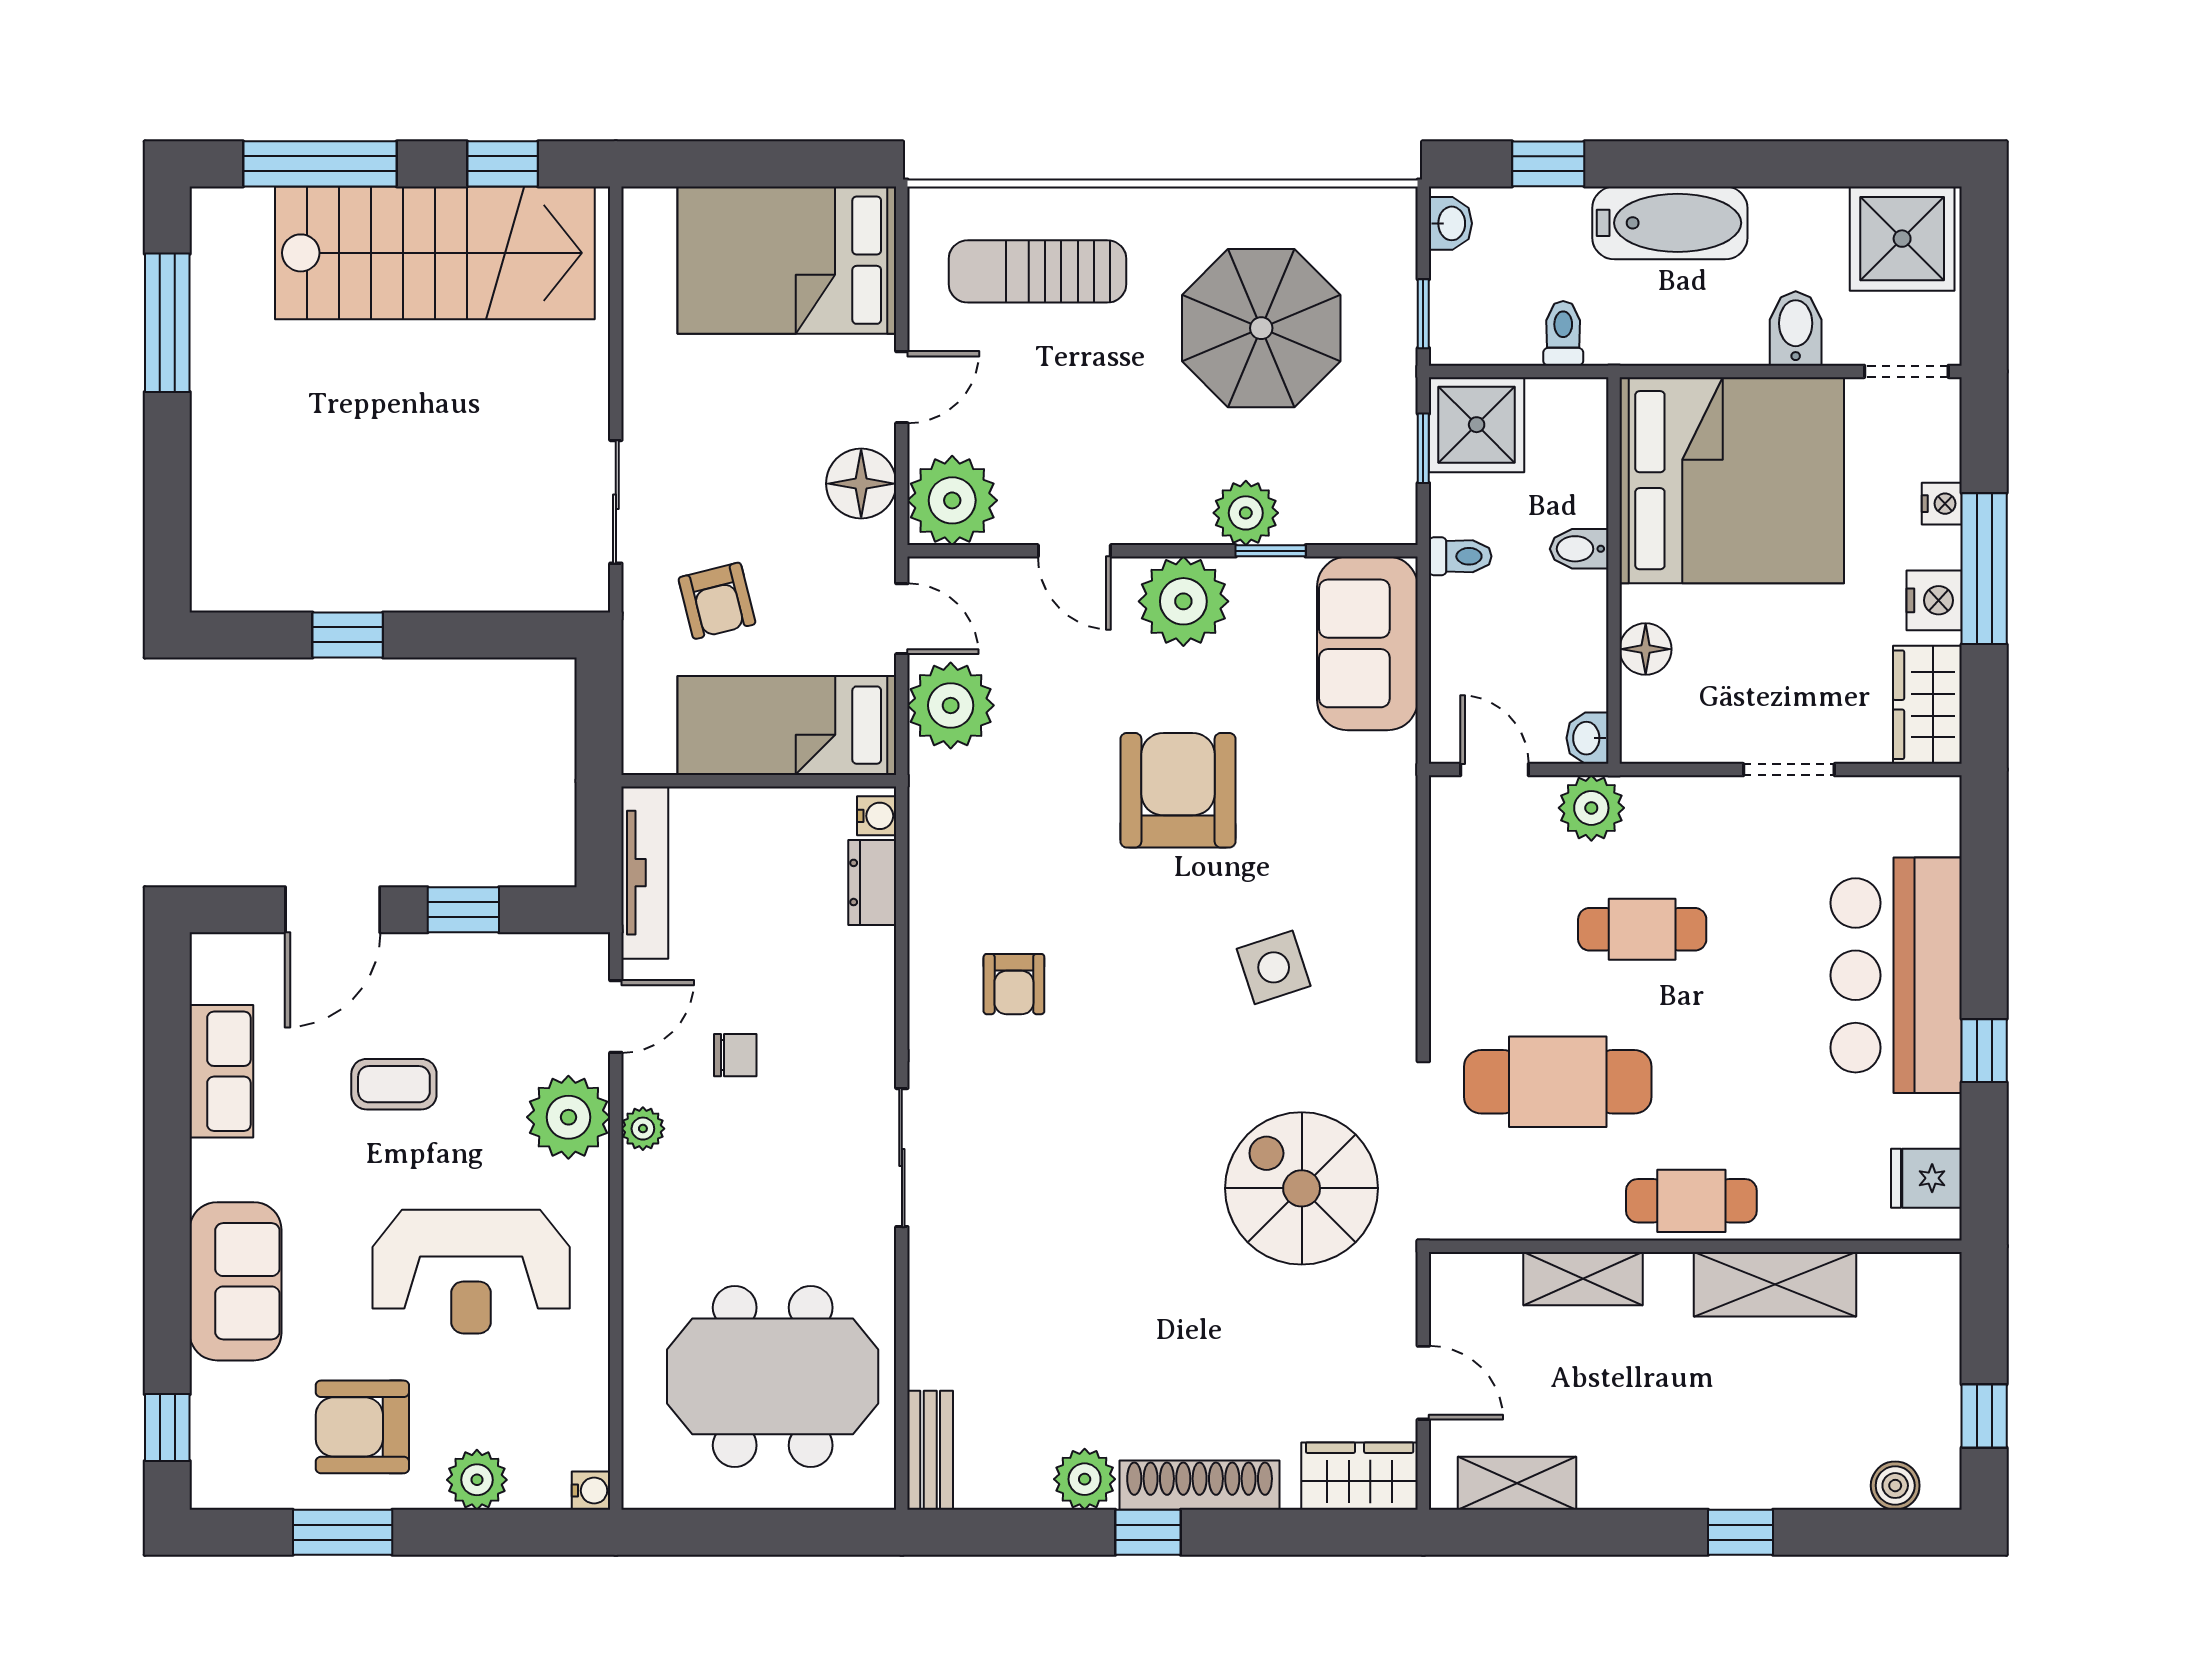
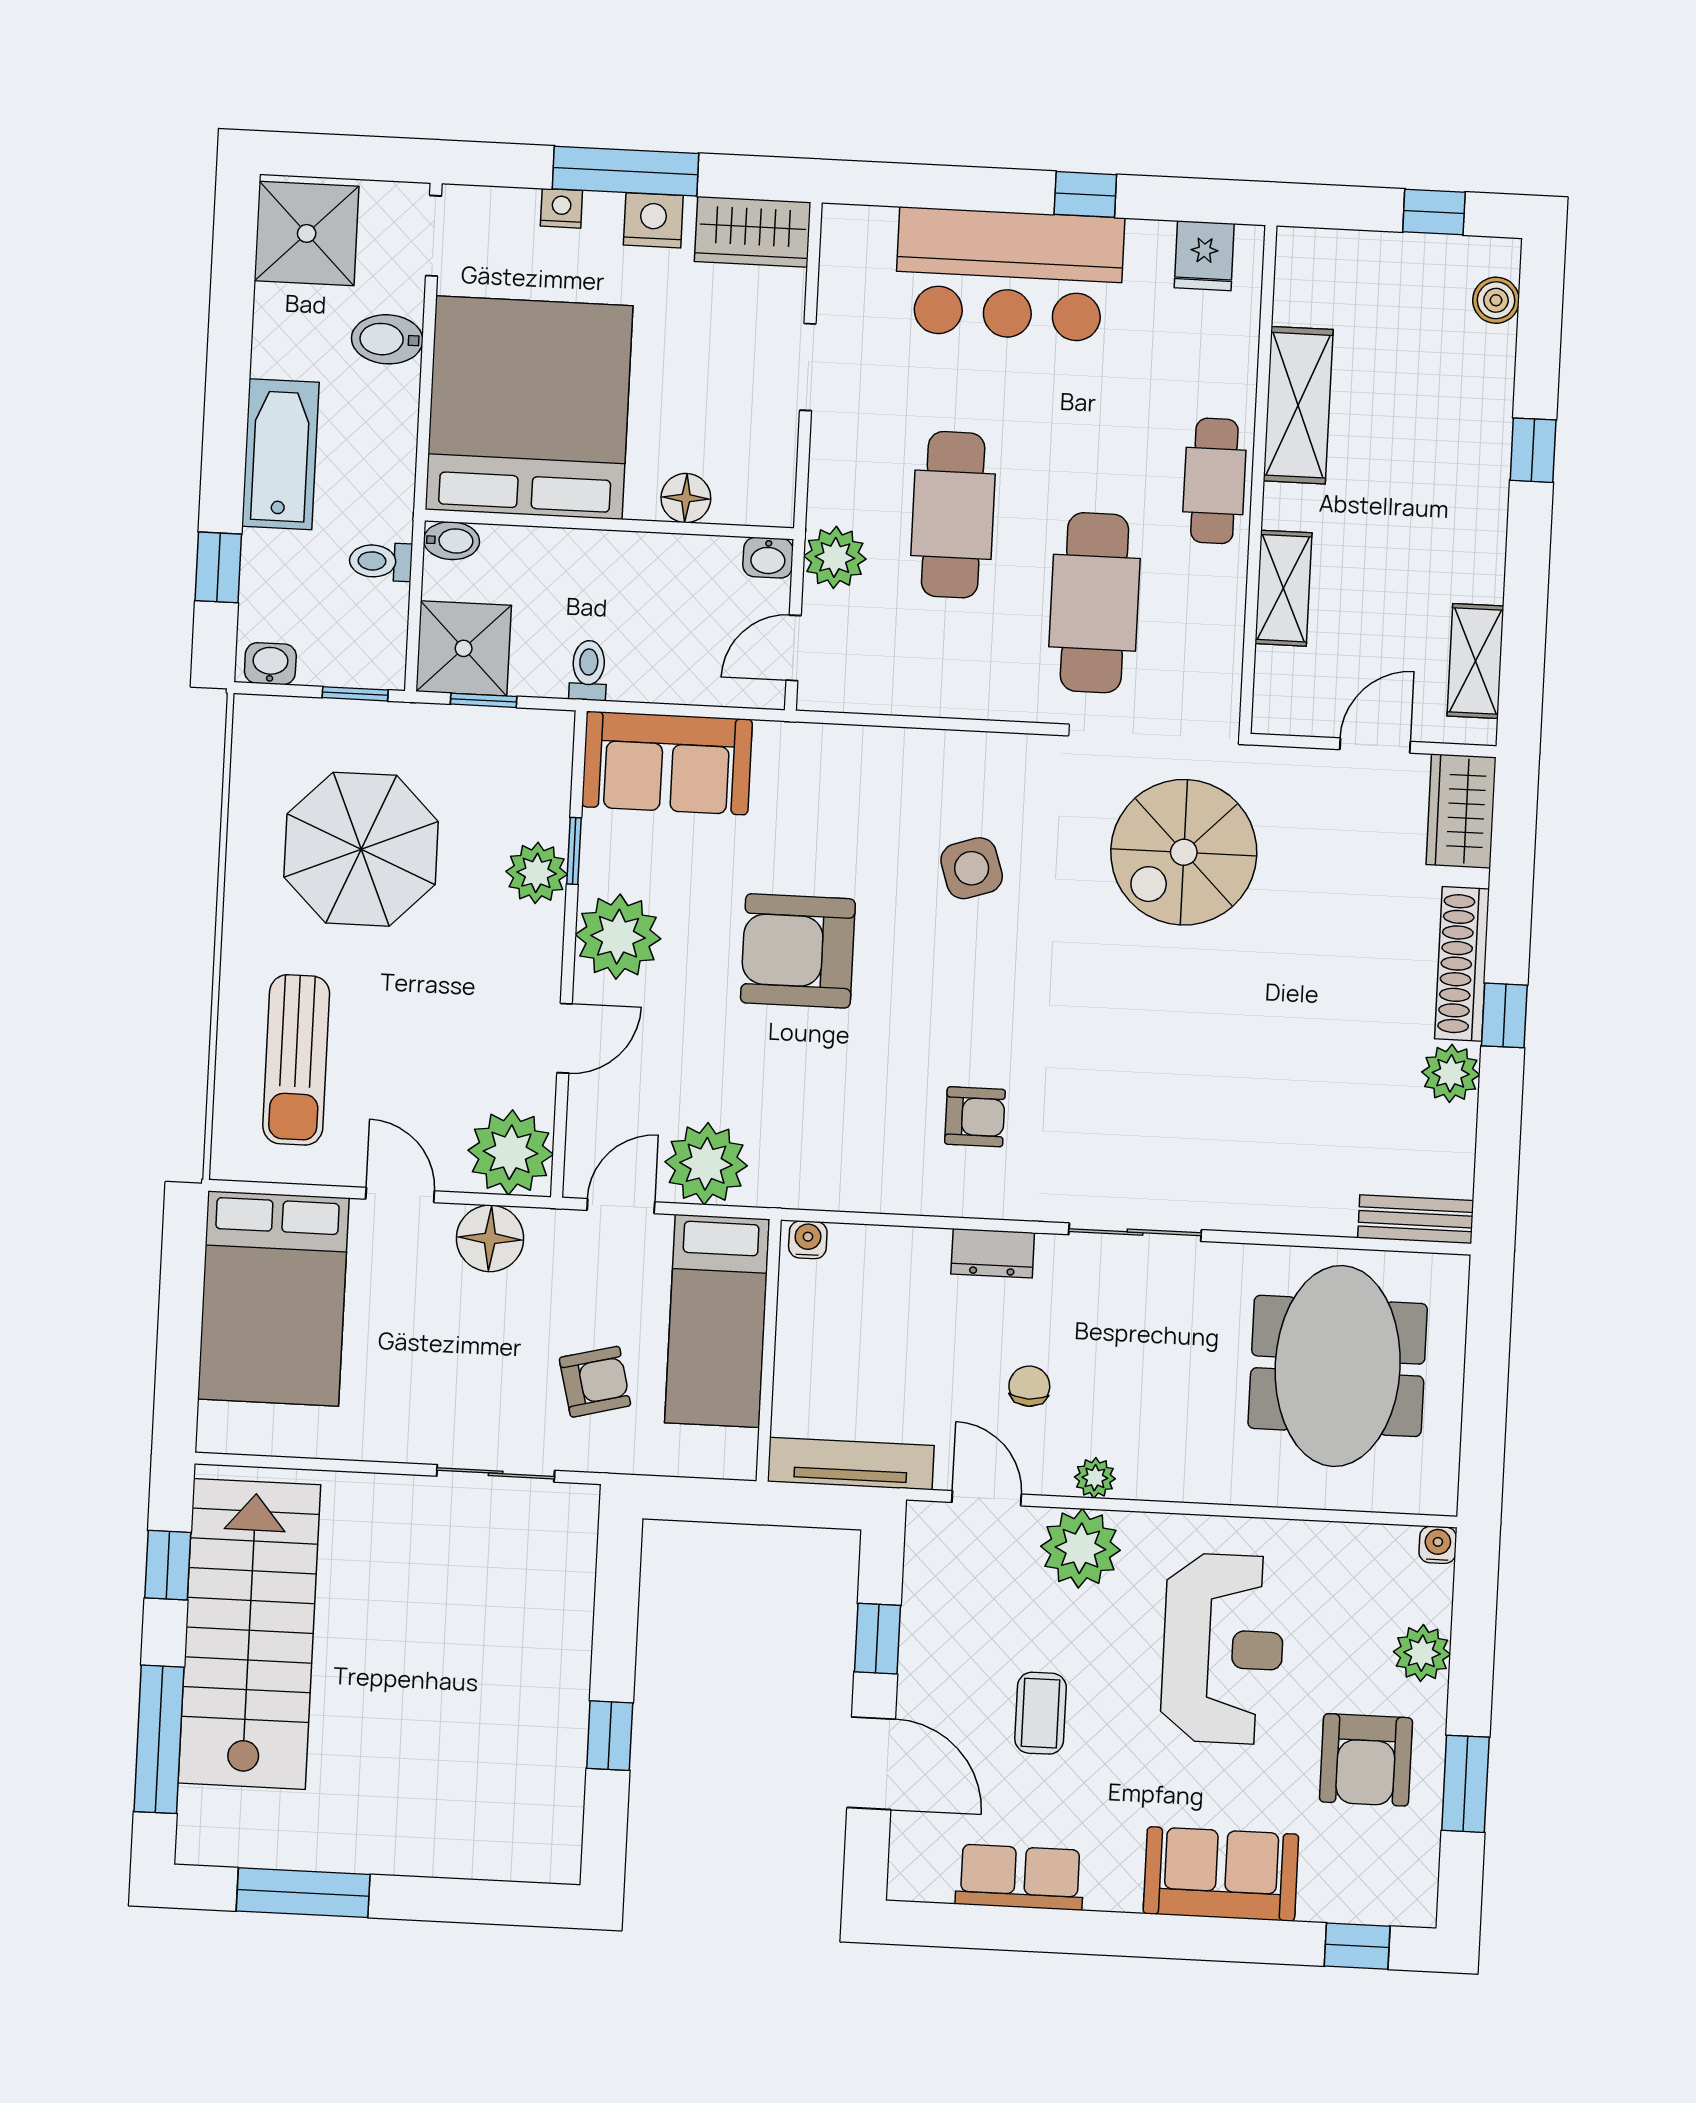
bidet: (1579, 549) -> (451, 541), moved, turned -90
dresser: (872, 882) -> (993, 1253), moved
cafe table: (1642, 929) -> (953, 515), width x1.37, depth x1.35

